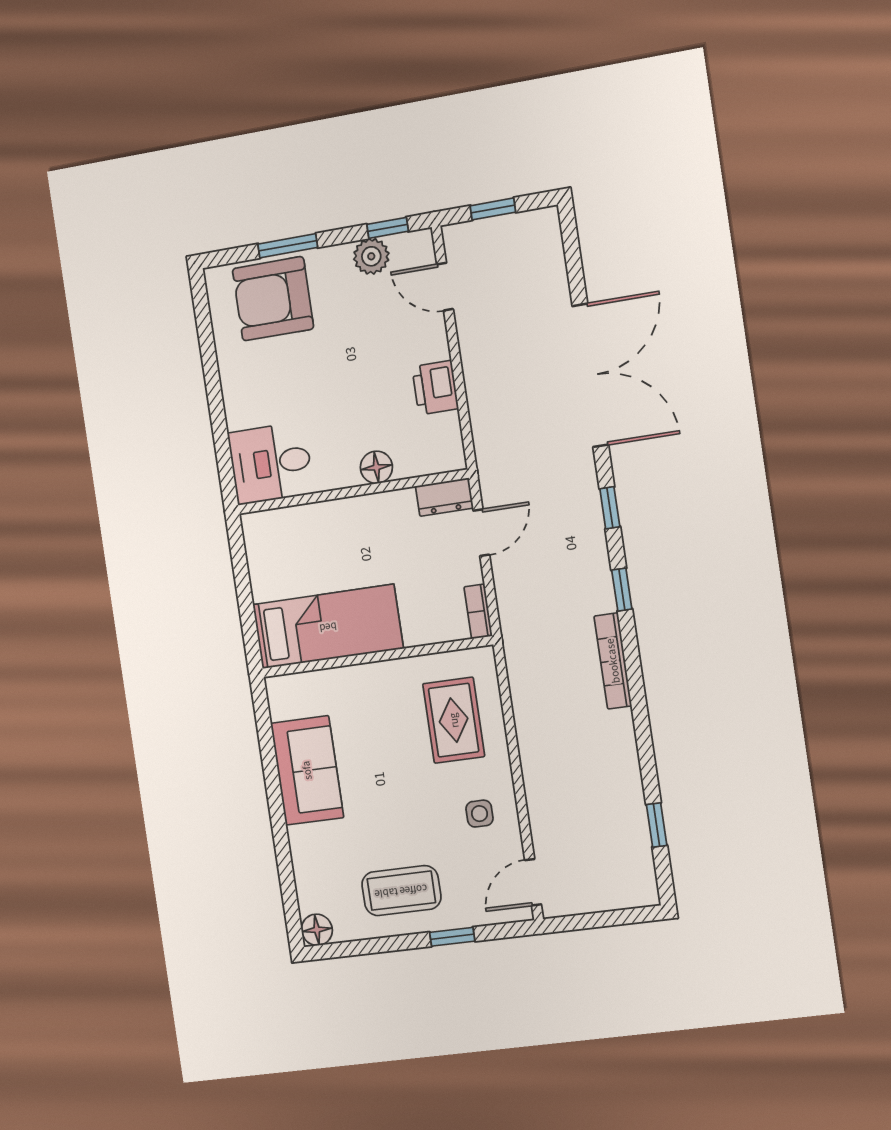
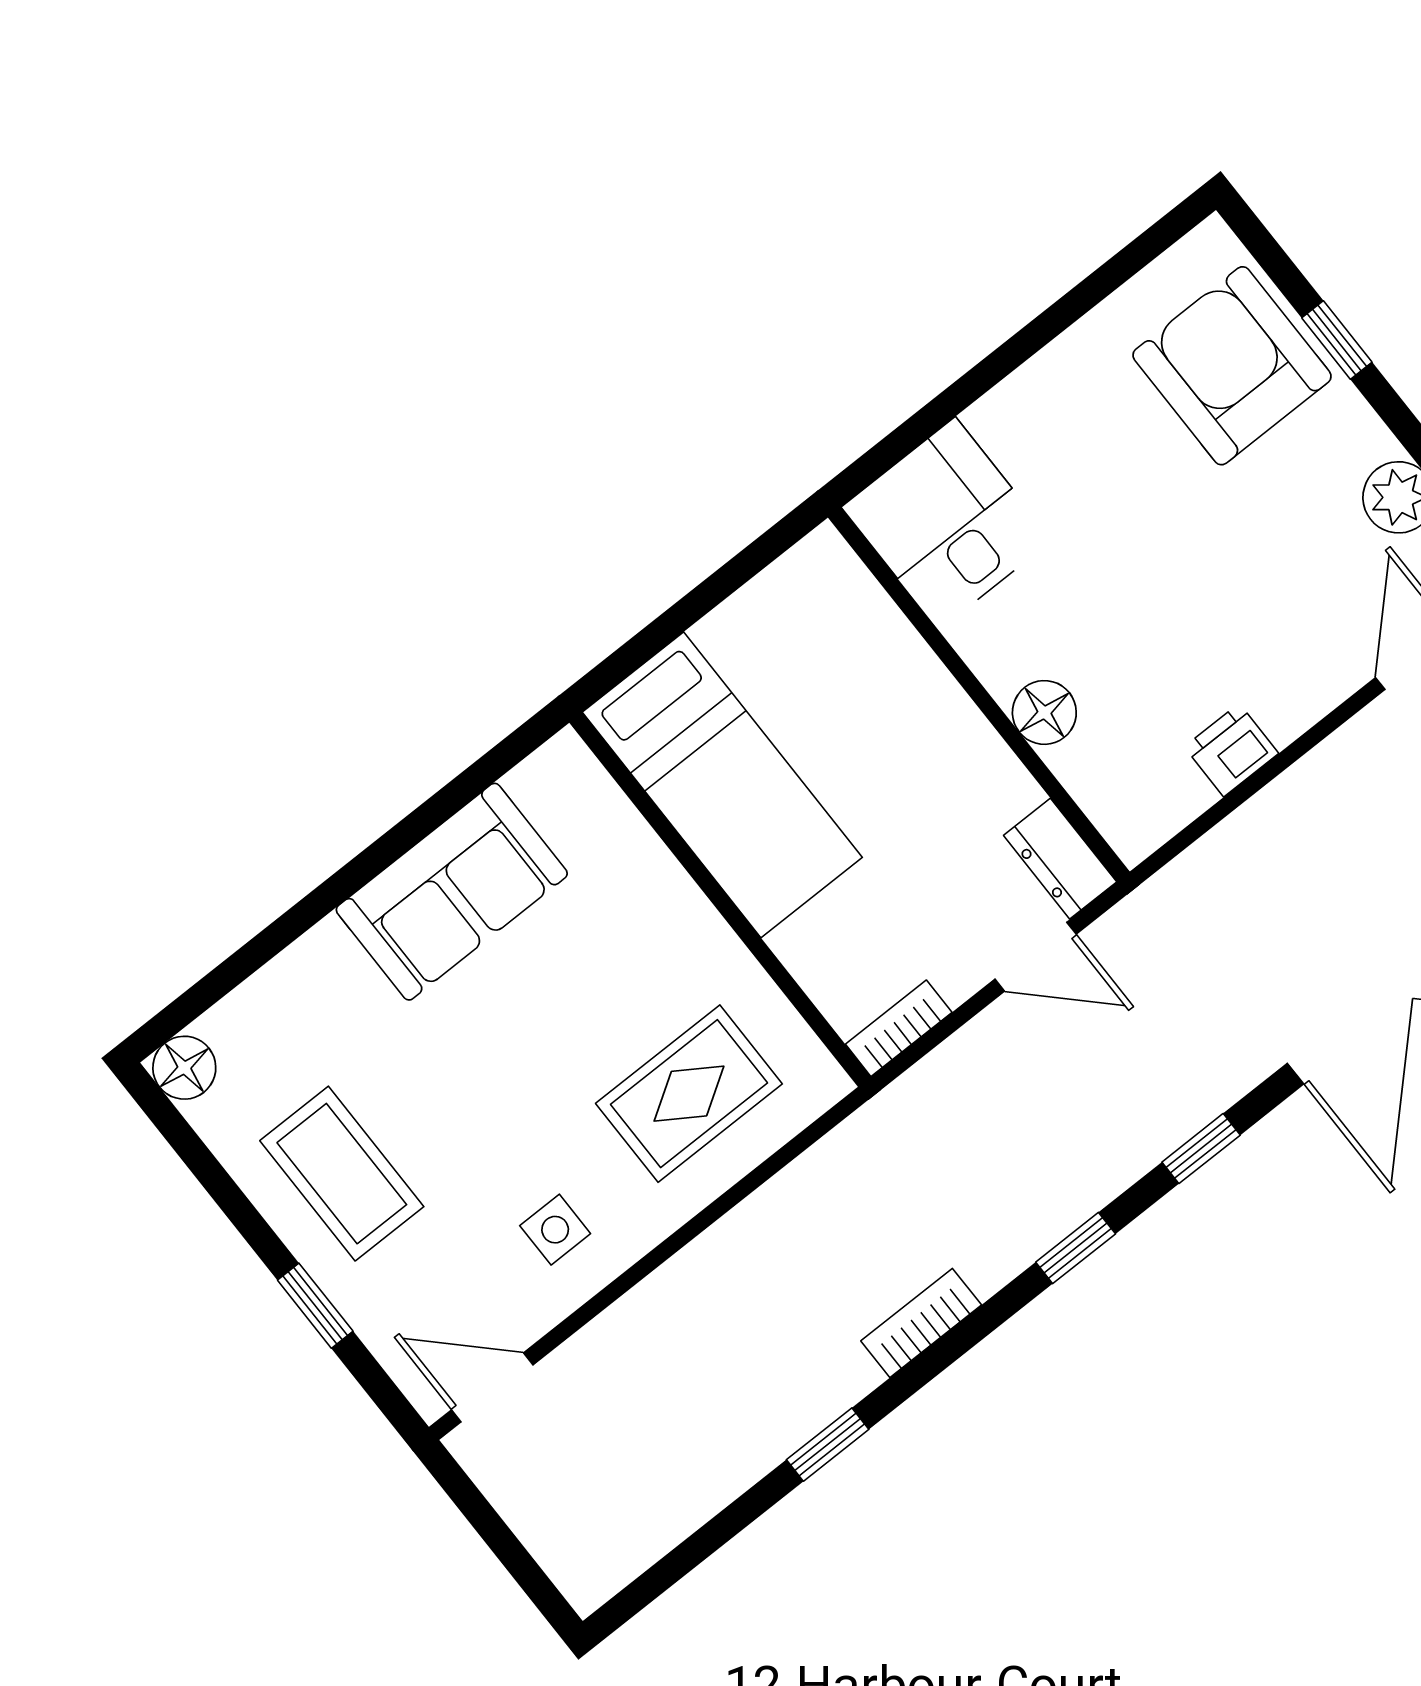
window: (288, 246) -> (1337, 340), width x0.67
printer: (435, 388) -> (1231, 750), width x0.73, depth x0.81
bookcase: (613, 661) -> (921, 1323), width x0.64
window: (657, 825) -> (828, 1445), moved

